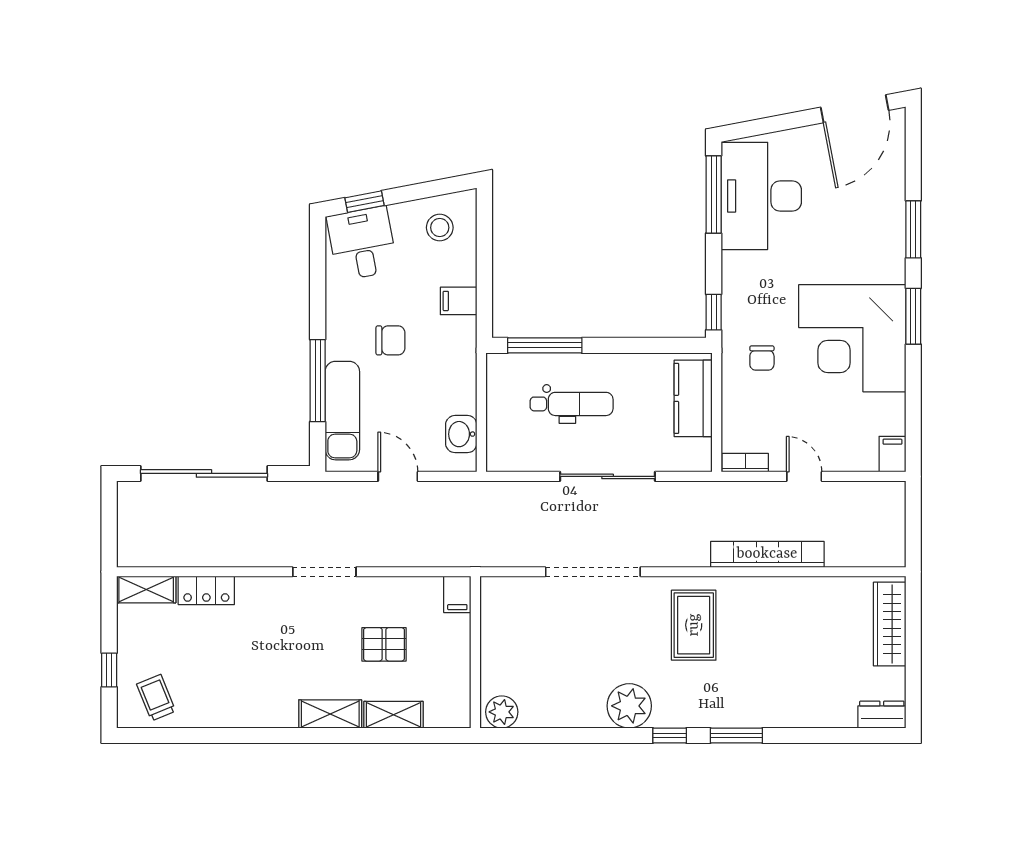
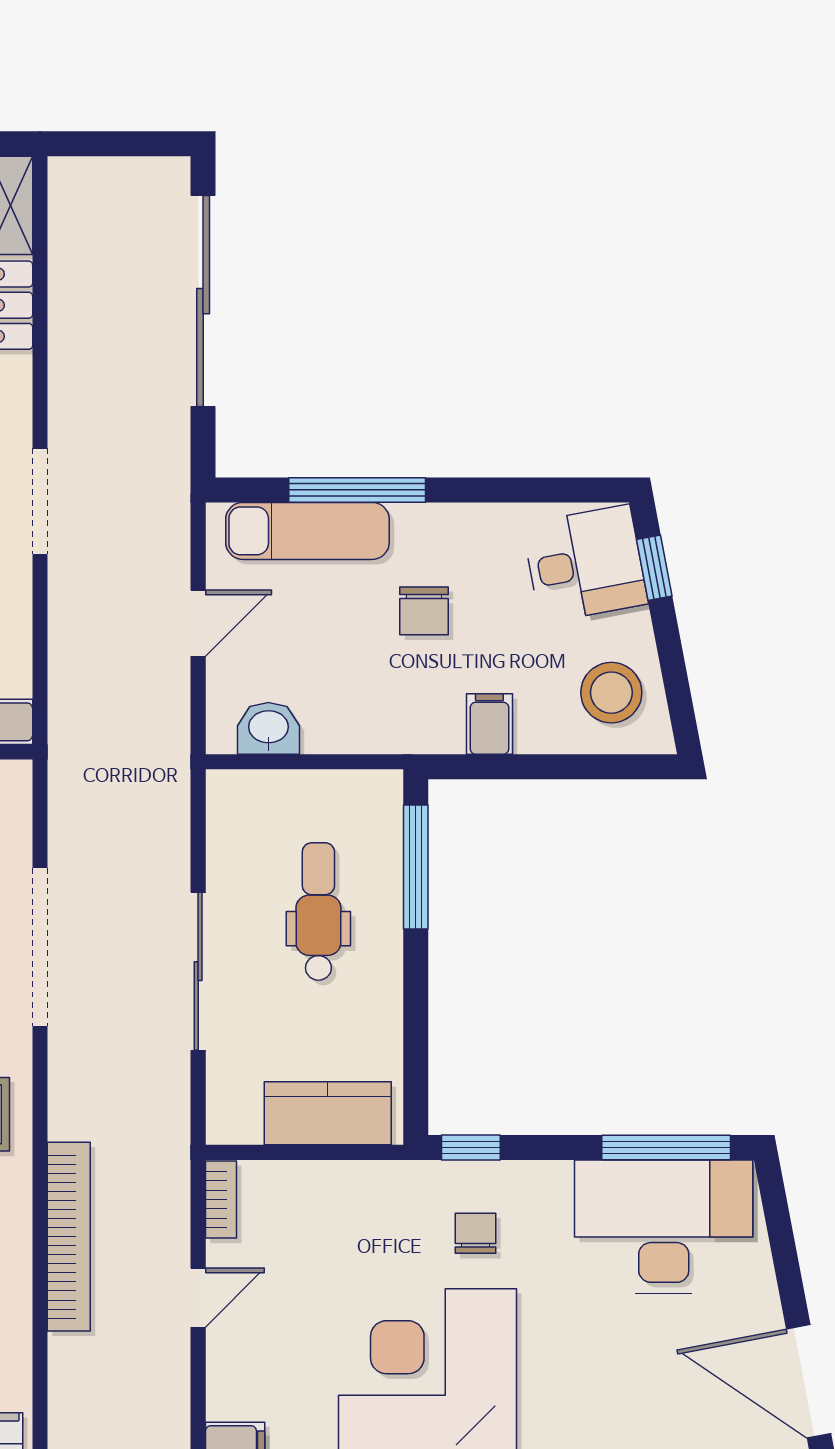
stool: (440, 228) -> (611, 693), width x1.38, depth x1.38
chair: (762, 358) -> (475, 1233), moved, turned 90
dental chair: (572, 404) -> (318, 911), turned 180

